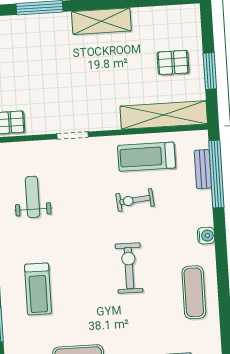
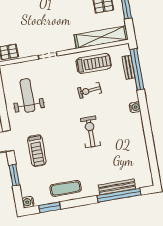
treadmill: (147, 157) -> (94, 63), turned 180
weight bench: (33, 197) -> (27, 95), width x1.36, depth x1.33
exercise mat: (194, 292) -> (131, 142), removed

